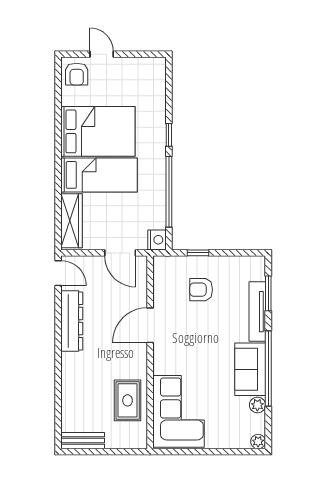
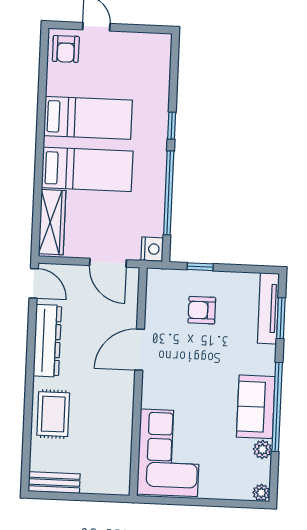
bed: (98, 131) -> (88, 118), width x0.67
tv unit: (257, 312) -> (268, 308), moved
rug: (128, 400) -> (53, 414), moved

